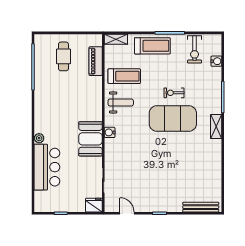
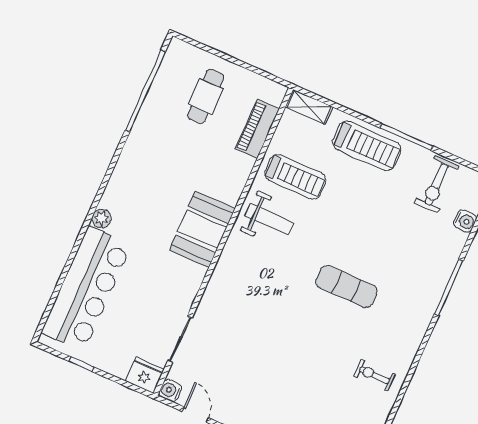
exercise bike: (174, 93) -> (375, 375), moved
exercise mat: (173, 119) -> (346, 287), width x0.50, depth x0.69
shelving: (216, 127) -> (415, 333), removed
water cooler: (110, 132) -> (170, 390), moved
booth: (90, 139) -> (202, 229), moved
bar counter: (47, 167) -> (86, 289), width x1.36

